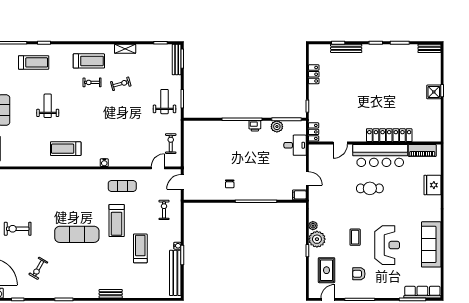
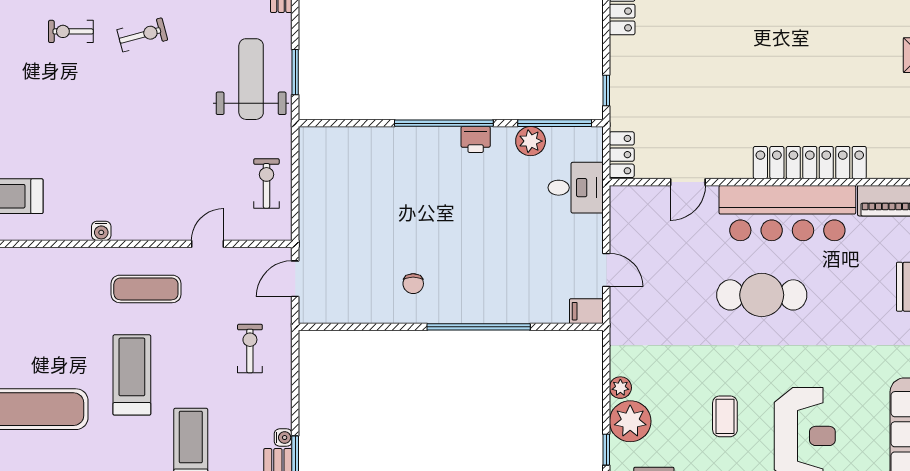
weight bench: (165, 102) -> (251, 79), width x1.36, depth x1.33
door: (158, 168) -> (208, 244), moved
cafe table: (370, 188) -> (762, 295), width x1.37, depth x1.35
treadmill: (117, 221) -> (132, 375), turned 180

